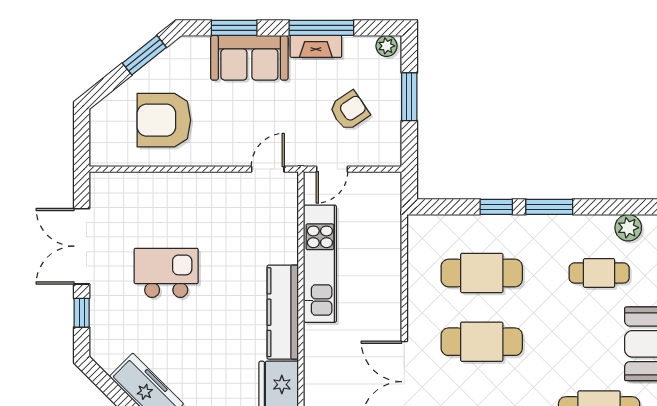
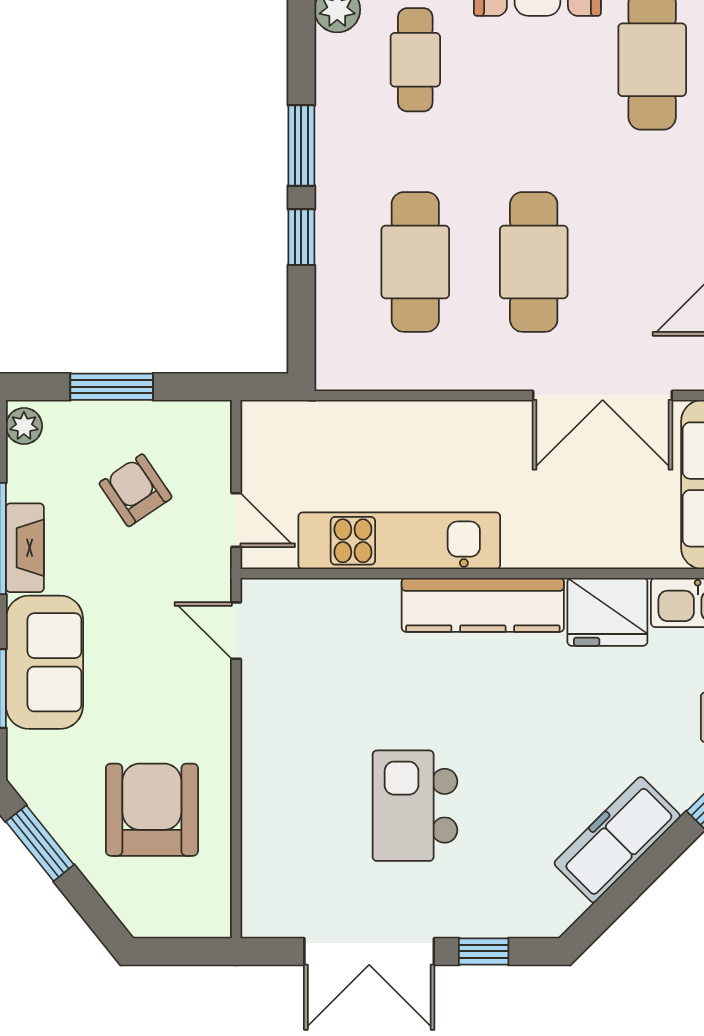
armchair: (164, 120) -> (152, 810), turned 180

